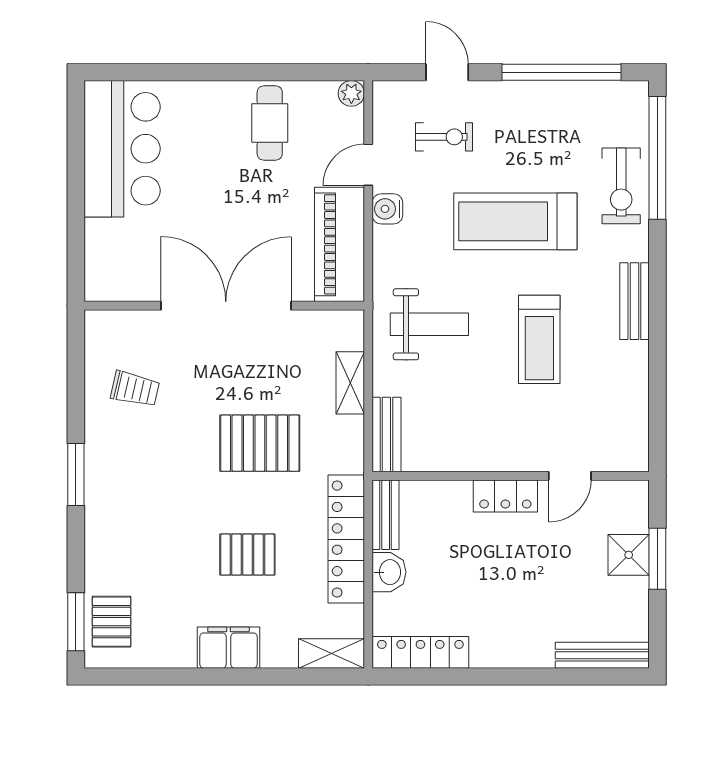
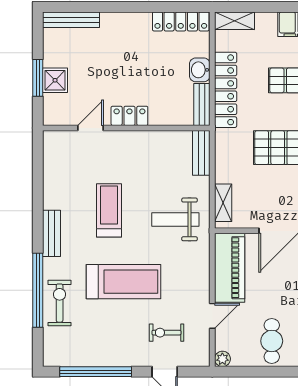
window: (657, 158) -> (38, 290), moved
water cooler: (387, 209) -> (201, 289), removed
shelving: (350, 383) -> (223, 203), moved

